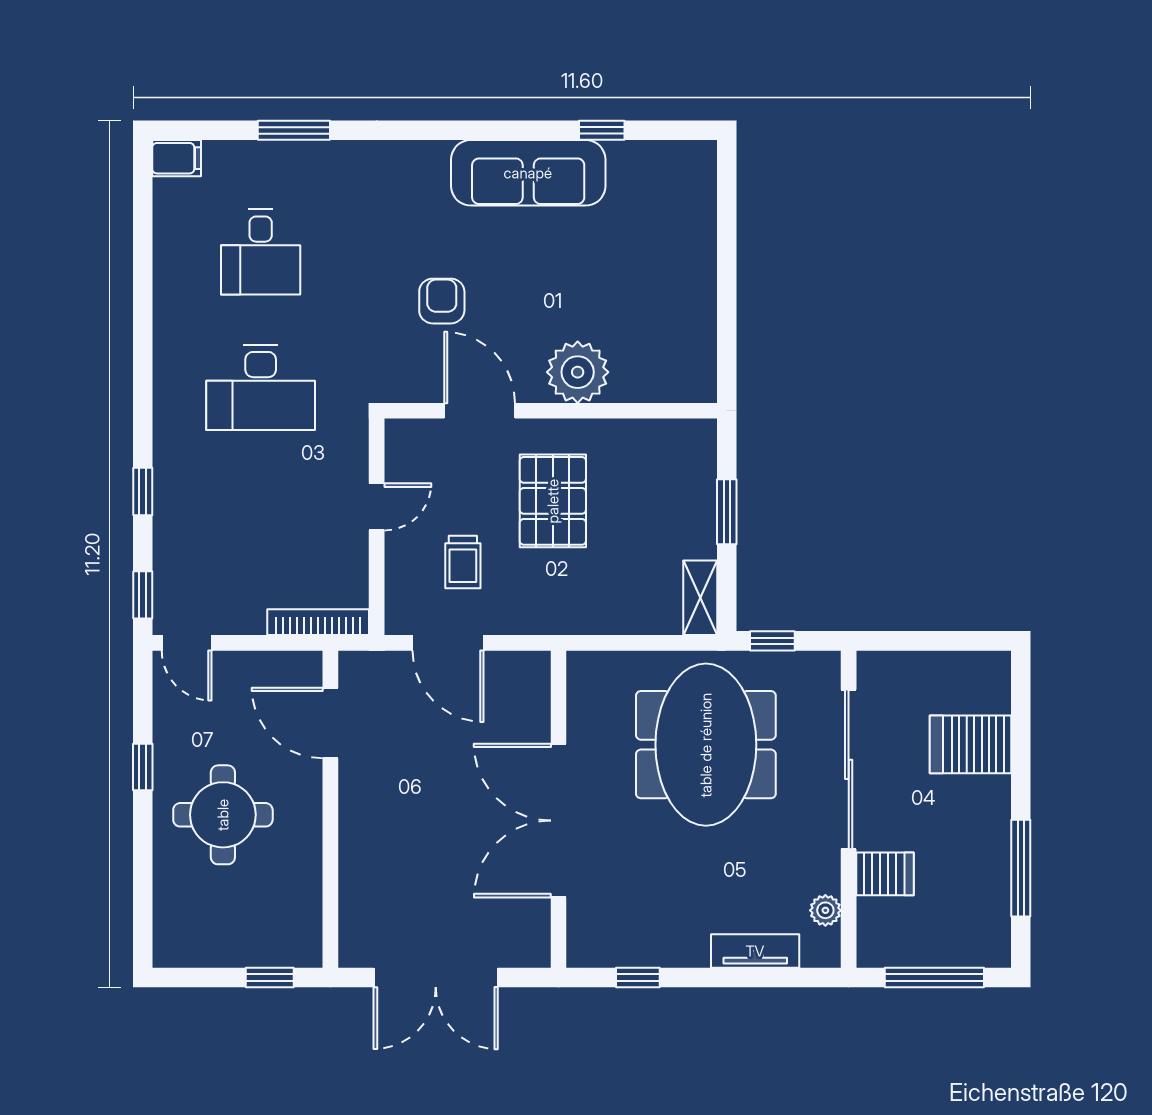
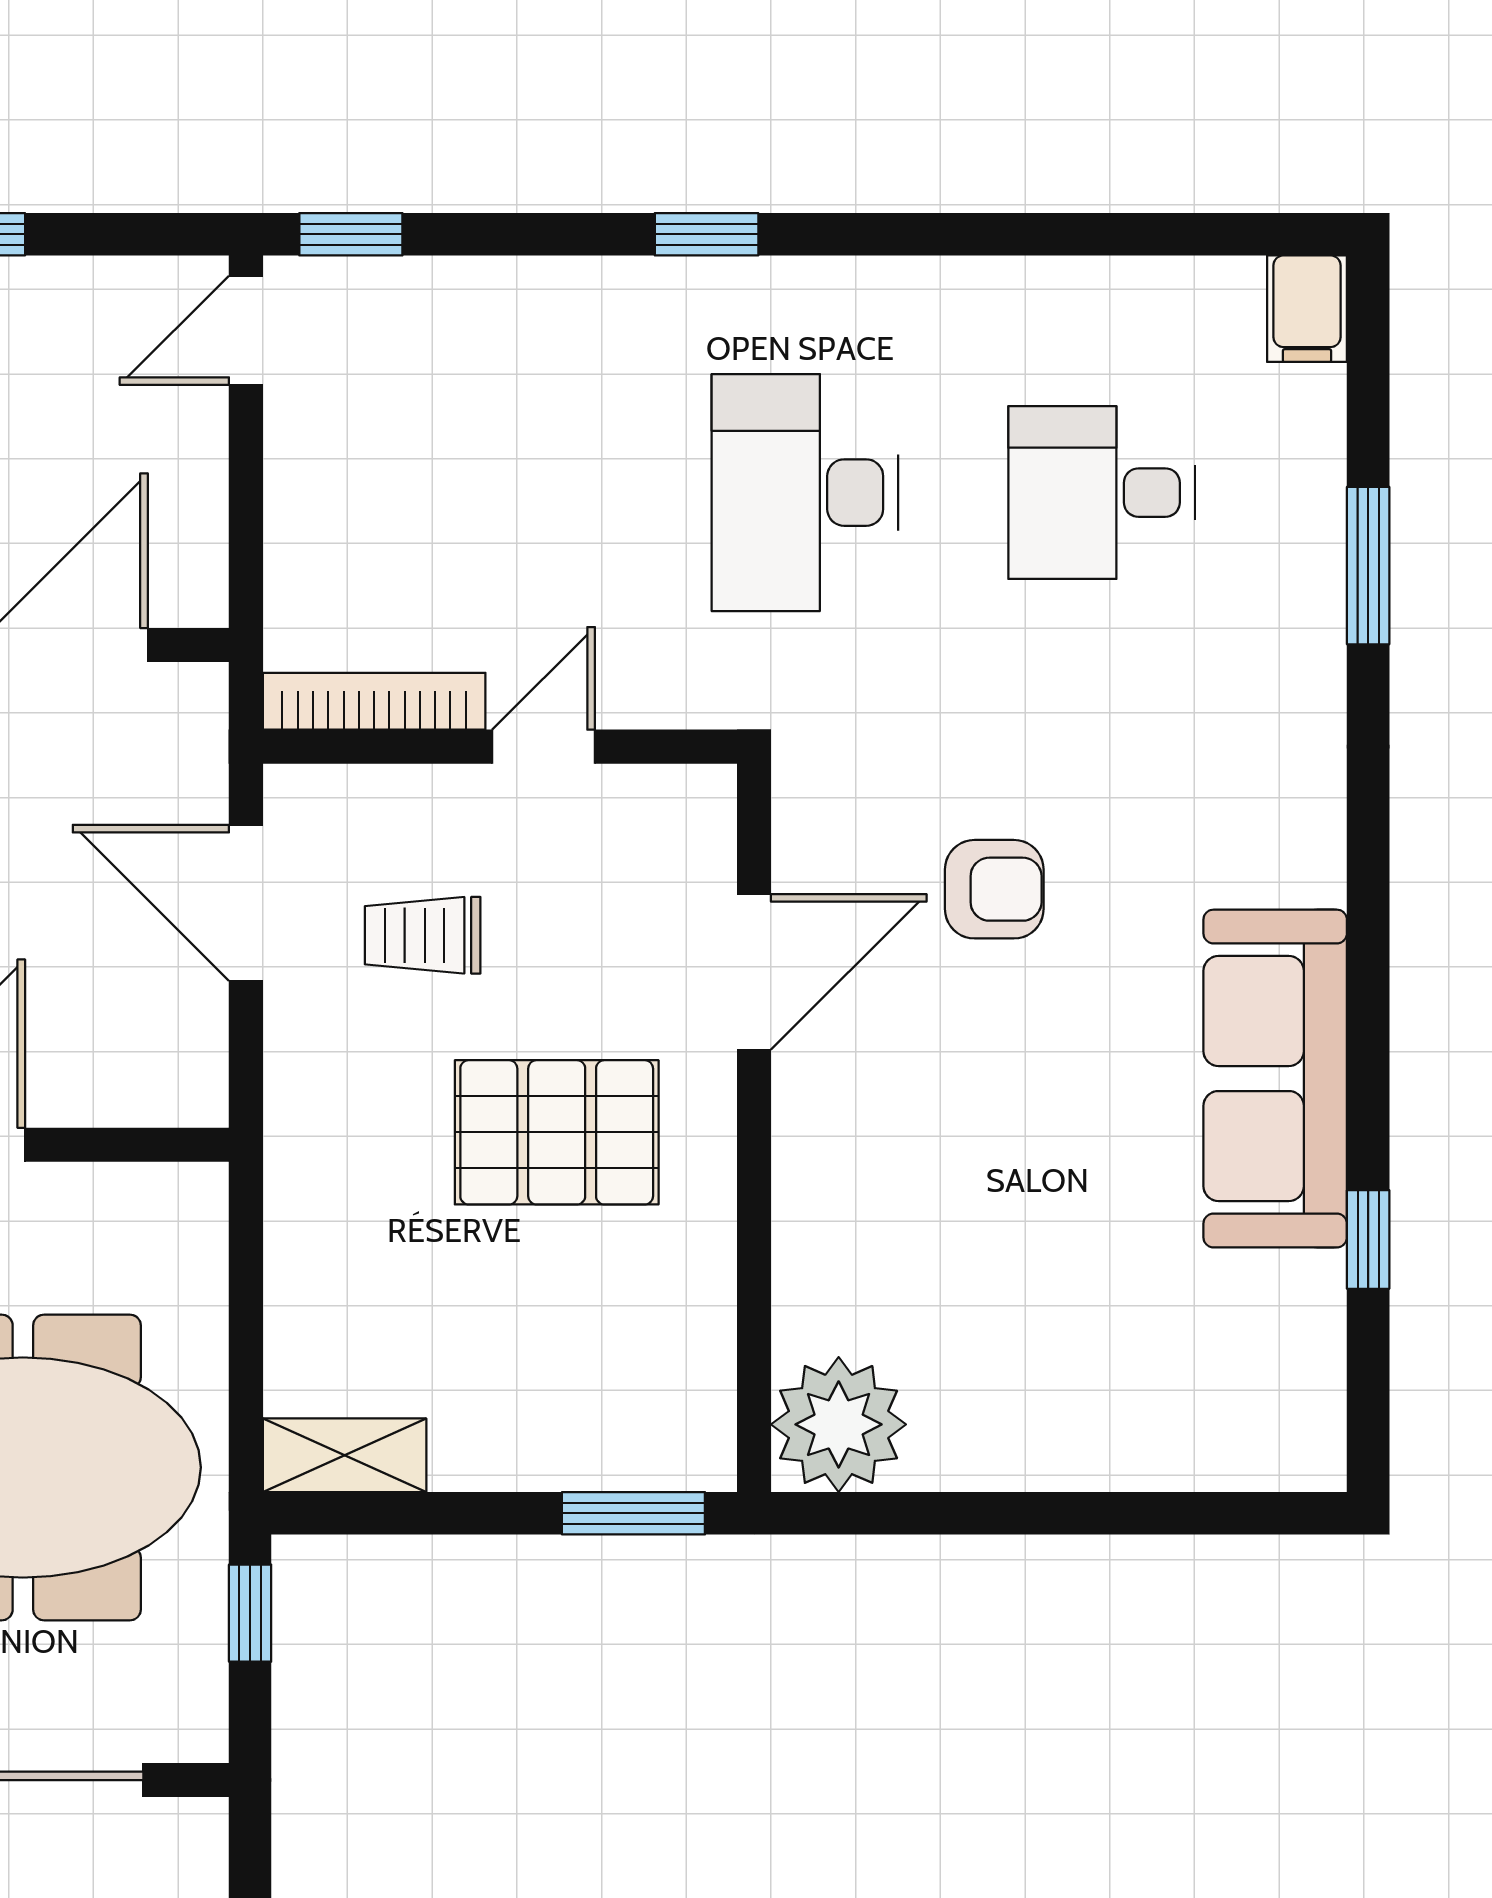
plant: (578, 372) -> (839, 1424), moved
window: (143, 491) -> (707, 234), moved
door: (377, 507) -> (544, 747), swing flipped
window: (727, 512) -> (633, 1513), moved
bookcase: (318, 622) -> (374, 701), moved, turned -90
door: (448, 643) -> (246, 903), hinge flipped

